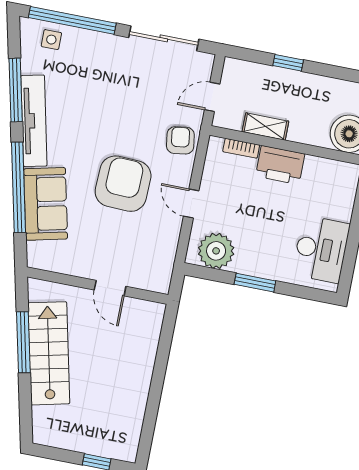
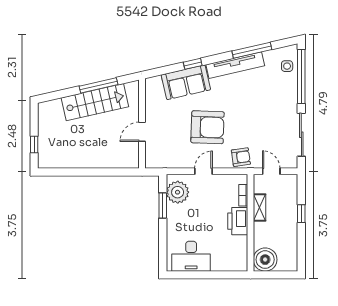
window: (19, 187) -> (193, 64), width x0.32
window: (255, 283) -> (163, 205), moved

